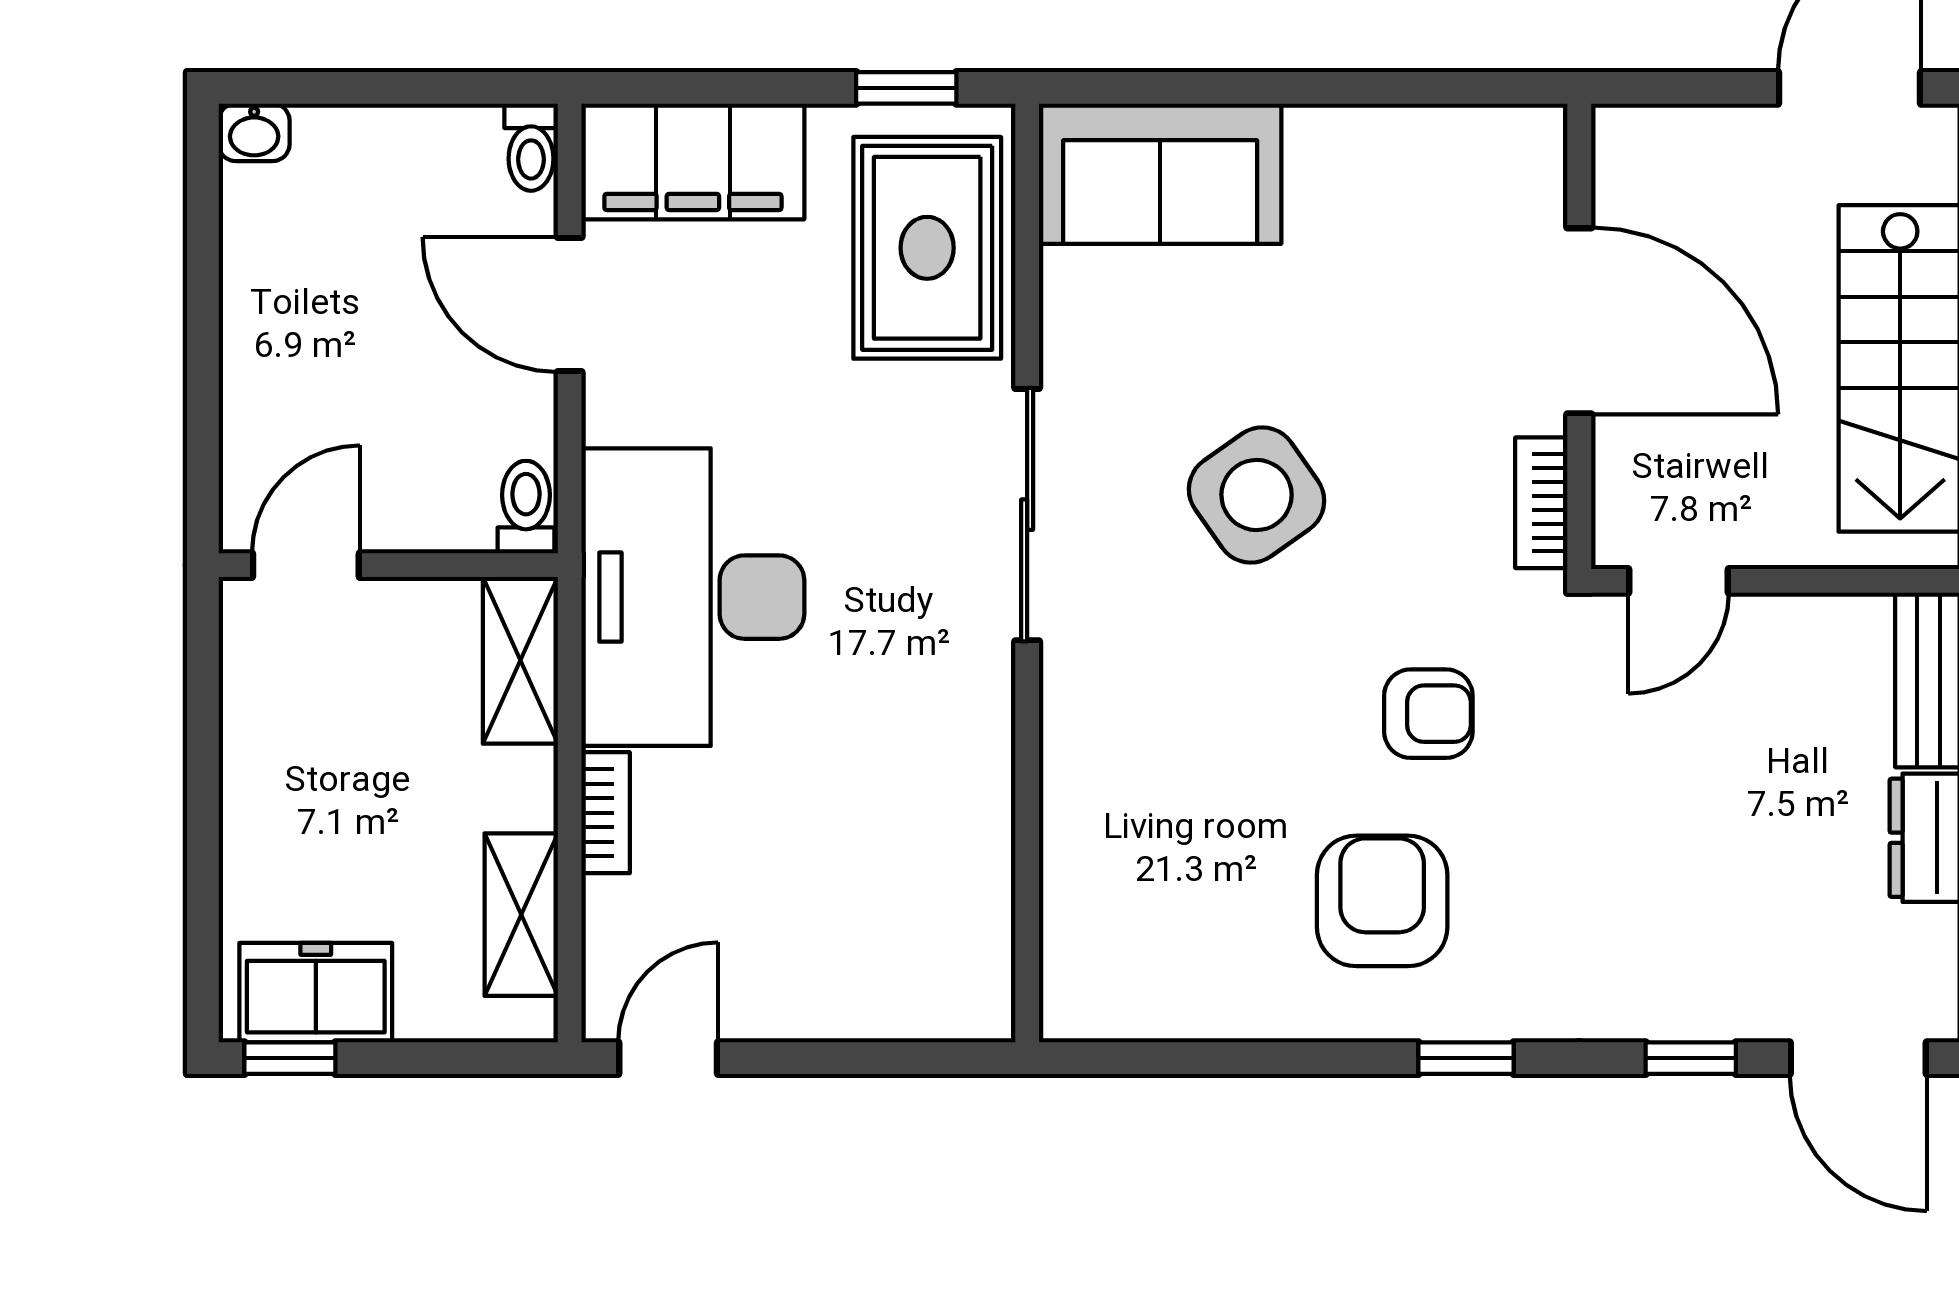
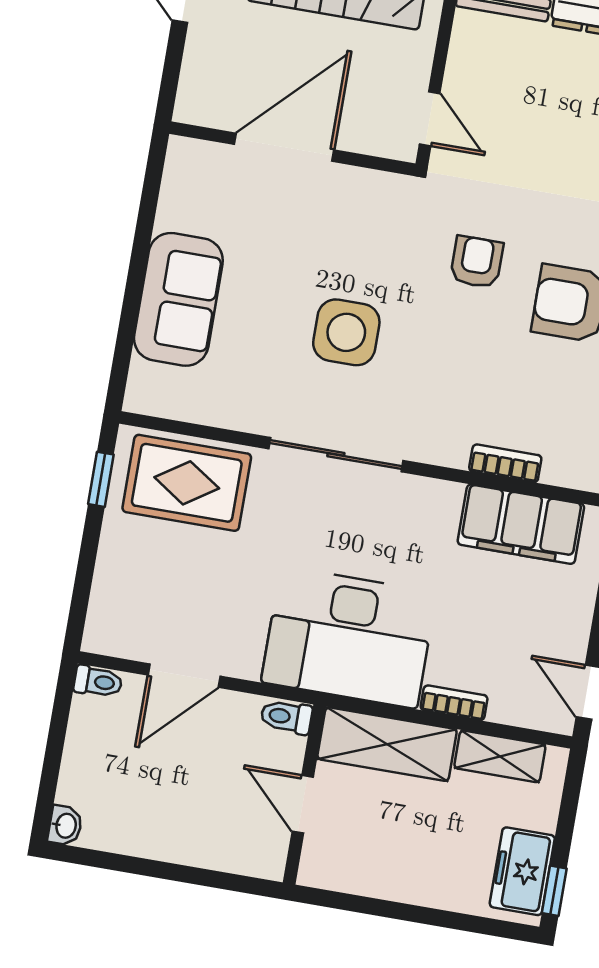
filing cabinet: (693, 161) -> (521, 524), moved, turned 90
sofa: (1160, 174) -> (178, 299), moved
side table: (1257, 495) -> (346, 332), turned 35
bookcase: (1541, 503) -> (505, 463), moved, turned 180
door: (306, 565) -> (303, 804), moved
shelving: (520, 660) -> (387, 744), width x1.50, depth x1.33

